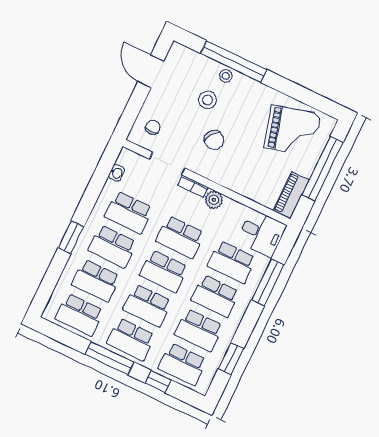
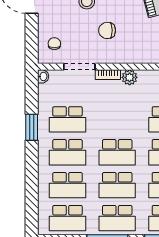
chair: (214, 140) -> (107, 30), turned 143
washbasin: (117, 173) -> (43, 76), moved
window: (71, 237) -> (32, 127), moved
school desk: (180, 237) -> (117, 119), removed

